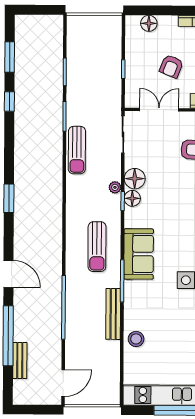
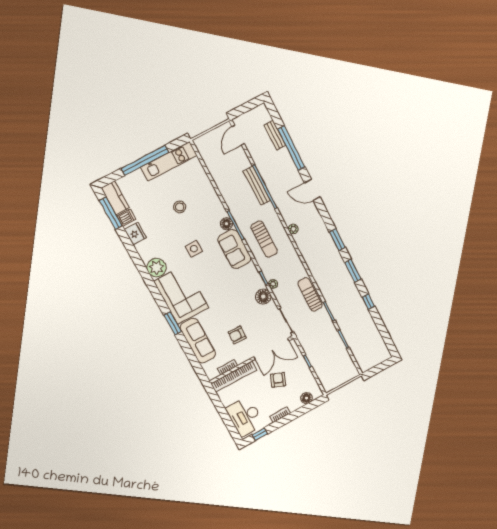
window: (10, 57) -> (353, 271), moved
double door: (159, 110) -> (271, 349), width x1.37
floor lamp: (132, 198) -> (227, 224), moved
plant: (56, 240) -> (293, 229), added
sun lounger: (97, 247) -> (264, 239), turned 180
bench: (113, 314) -> (257, 186), moved
stool: (136, 339) -> (180, 207), moved

